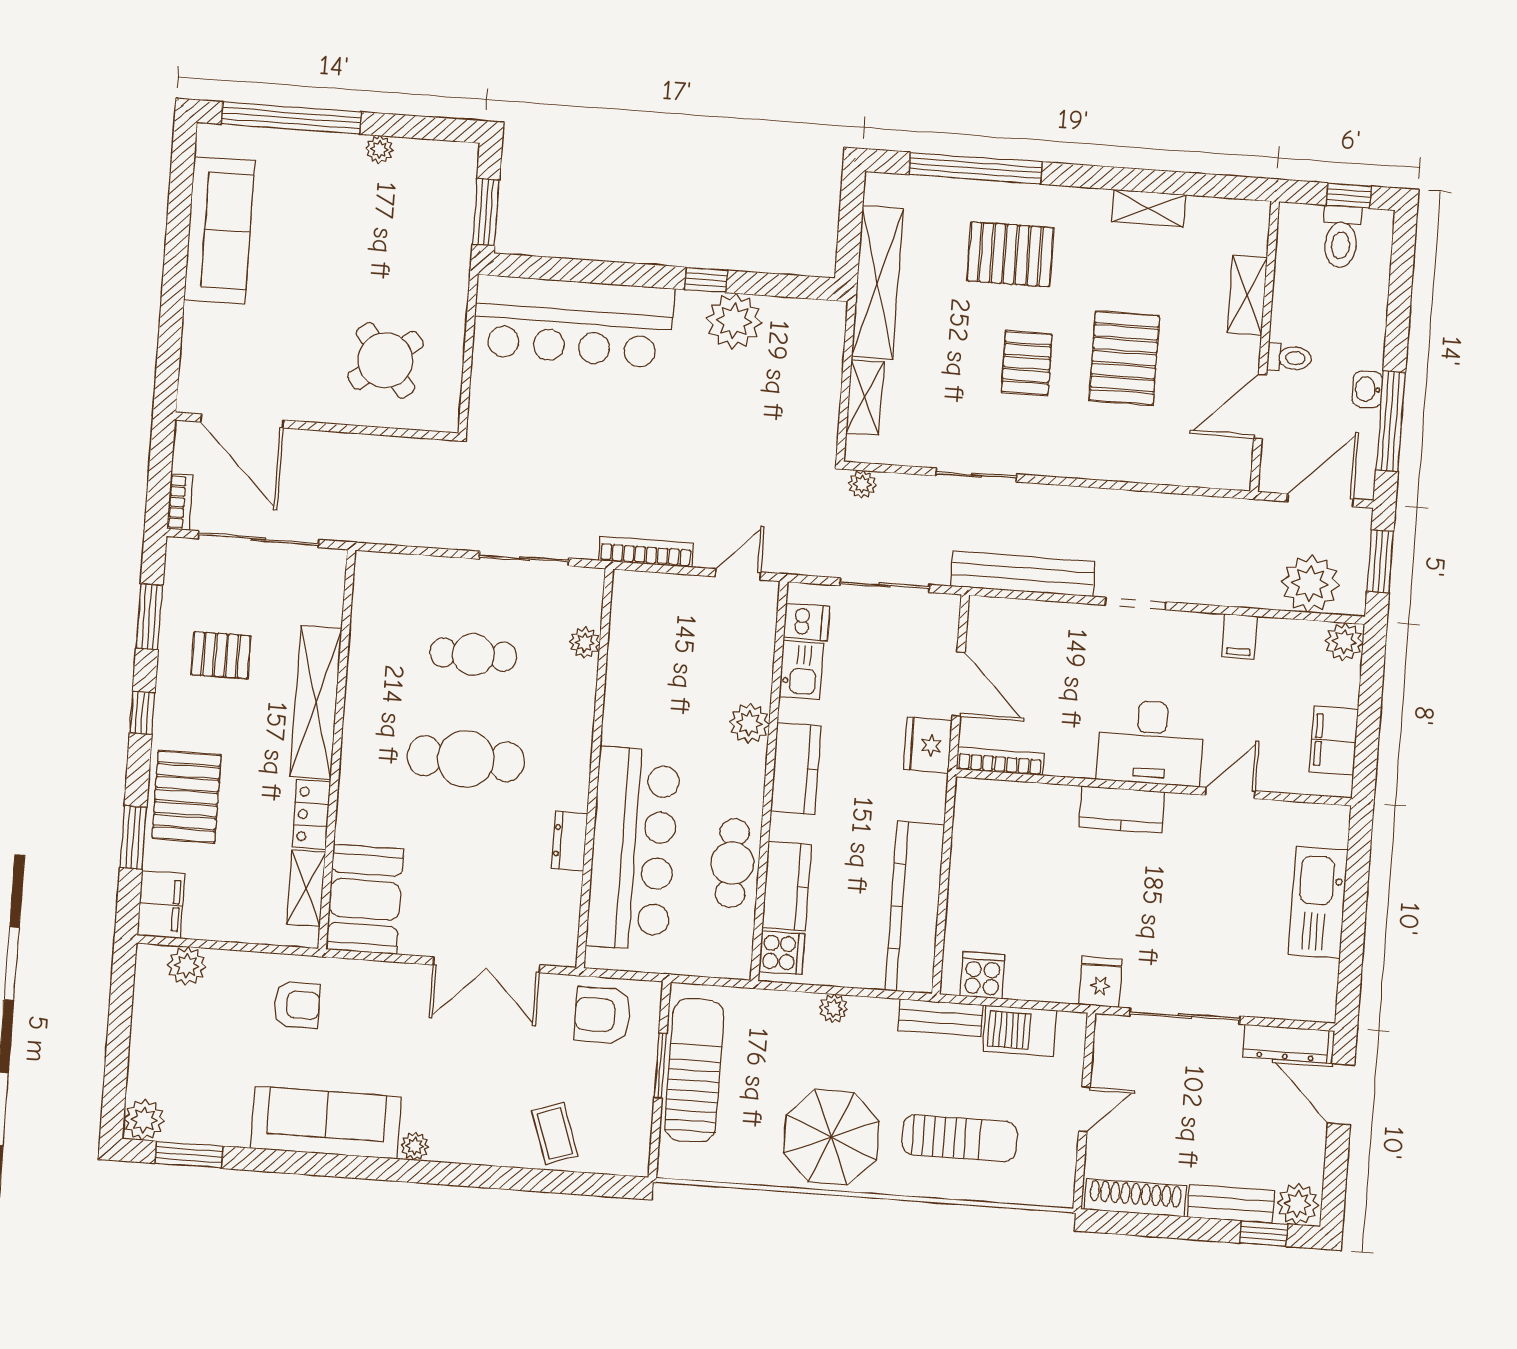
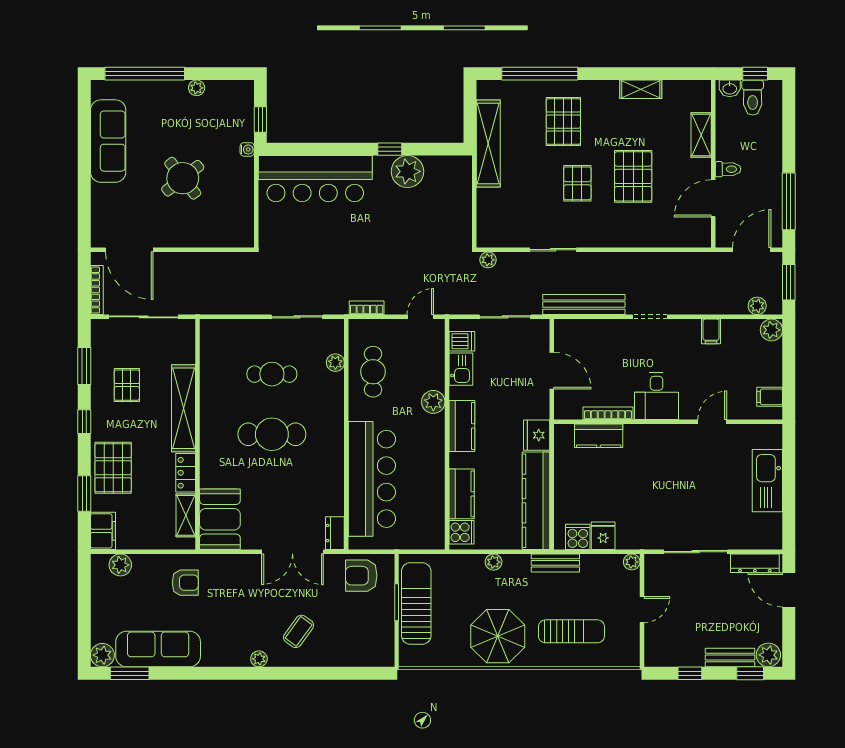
window: (486, 212) -> (260, 119), width x0.67
pallet: (1010, 254) -> (563, 122), turned 90
water cooler: (459, 262) -> (247, 149), added
round table: (385, 360) -> (183, 178), moved
washbasin: (1367, 389) -> (730, 88), moved, turned -90
shelving: (865, 397) -> (486, 210), removed
bookcase: (180, 502) -> (97, 290), width x1.56
bookcase: (646, 552) -> (367, 308), width x0.64
plant: (1310, 584) -> (757, 306), width x0.53, depth x0.53
pallet: (221, 655) -> (127, 385), turned 90
filing cabinet: (1334, 741) -> (770, 397), width x0.50
desk: (1151, 743) -> (656, 396), width x0.73
fridge: (928, 745) -> (537, 435), moved
bookcase: (1000, 761) -> (608, 413), moved
kitchen counter: (1122, 810) -> (599, 436), moved
dresser: (569, 841) -> (335, 533), moved
cafe table: (732, 863) -> (373, 372), moved
fridge: (1100, 982) -> (603, 536), moved
plant: (1073, 1026) -> (632, 562), added
barbecue: (1020, 1031) -> (601, 567), removed
sofa: (326, 1123) -> (158, 649), moved
coffee table: (555, 1133) -> (299, 631), moved, turned 55
shoe rack: (1135, 1198) -> (675, 658), removed
window: (1159, 1226) -> (690, 673), added

